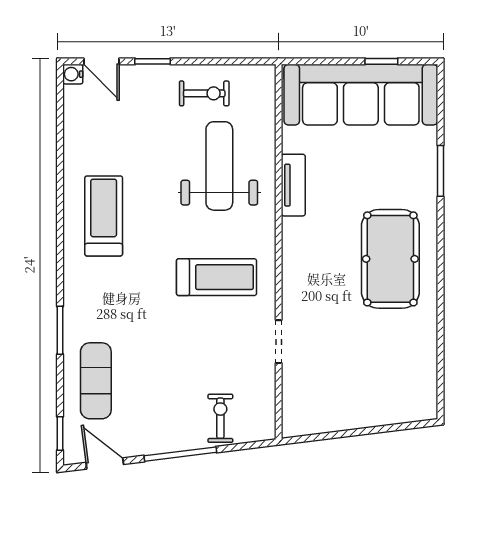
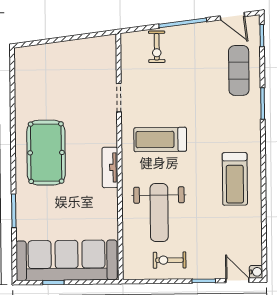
tv unit: (293, 185) -> (110, 167), moved

